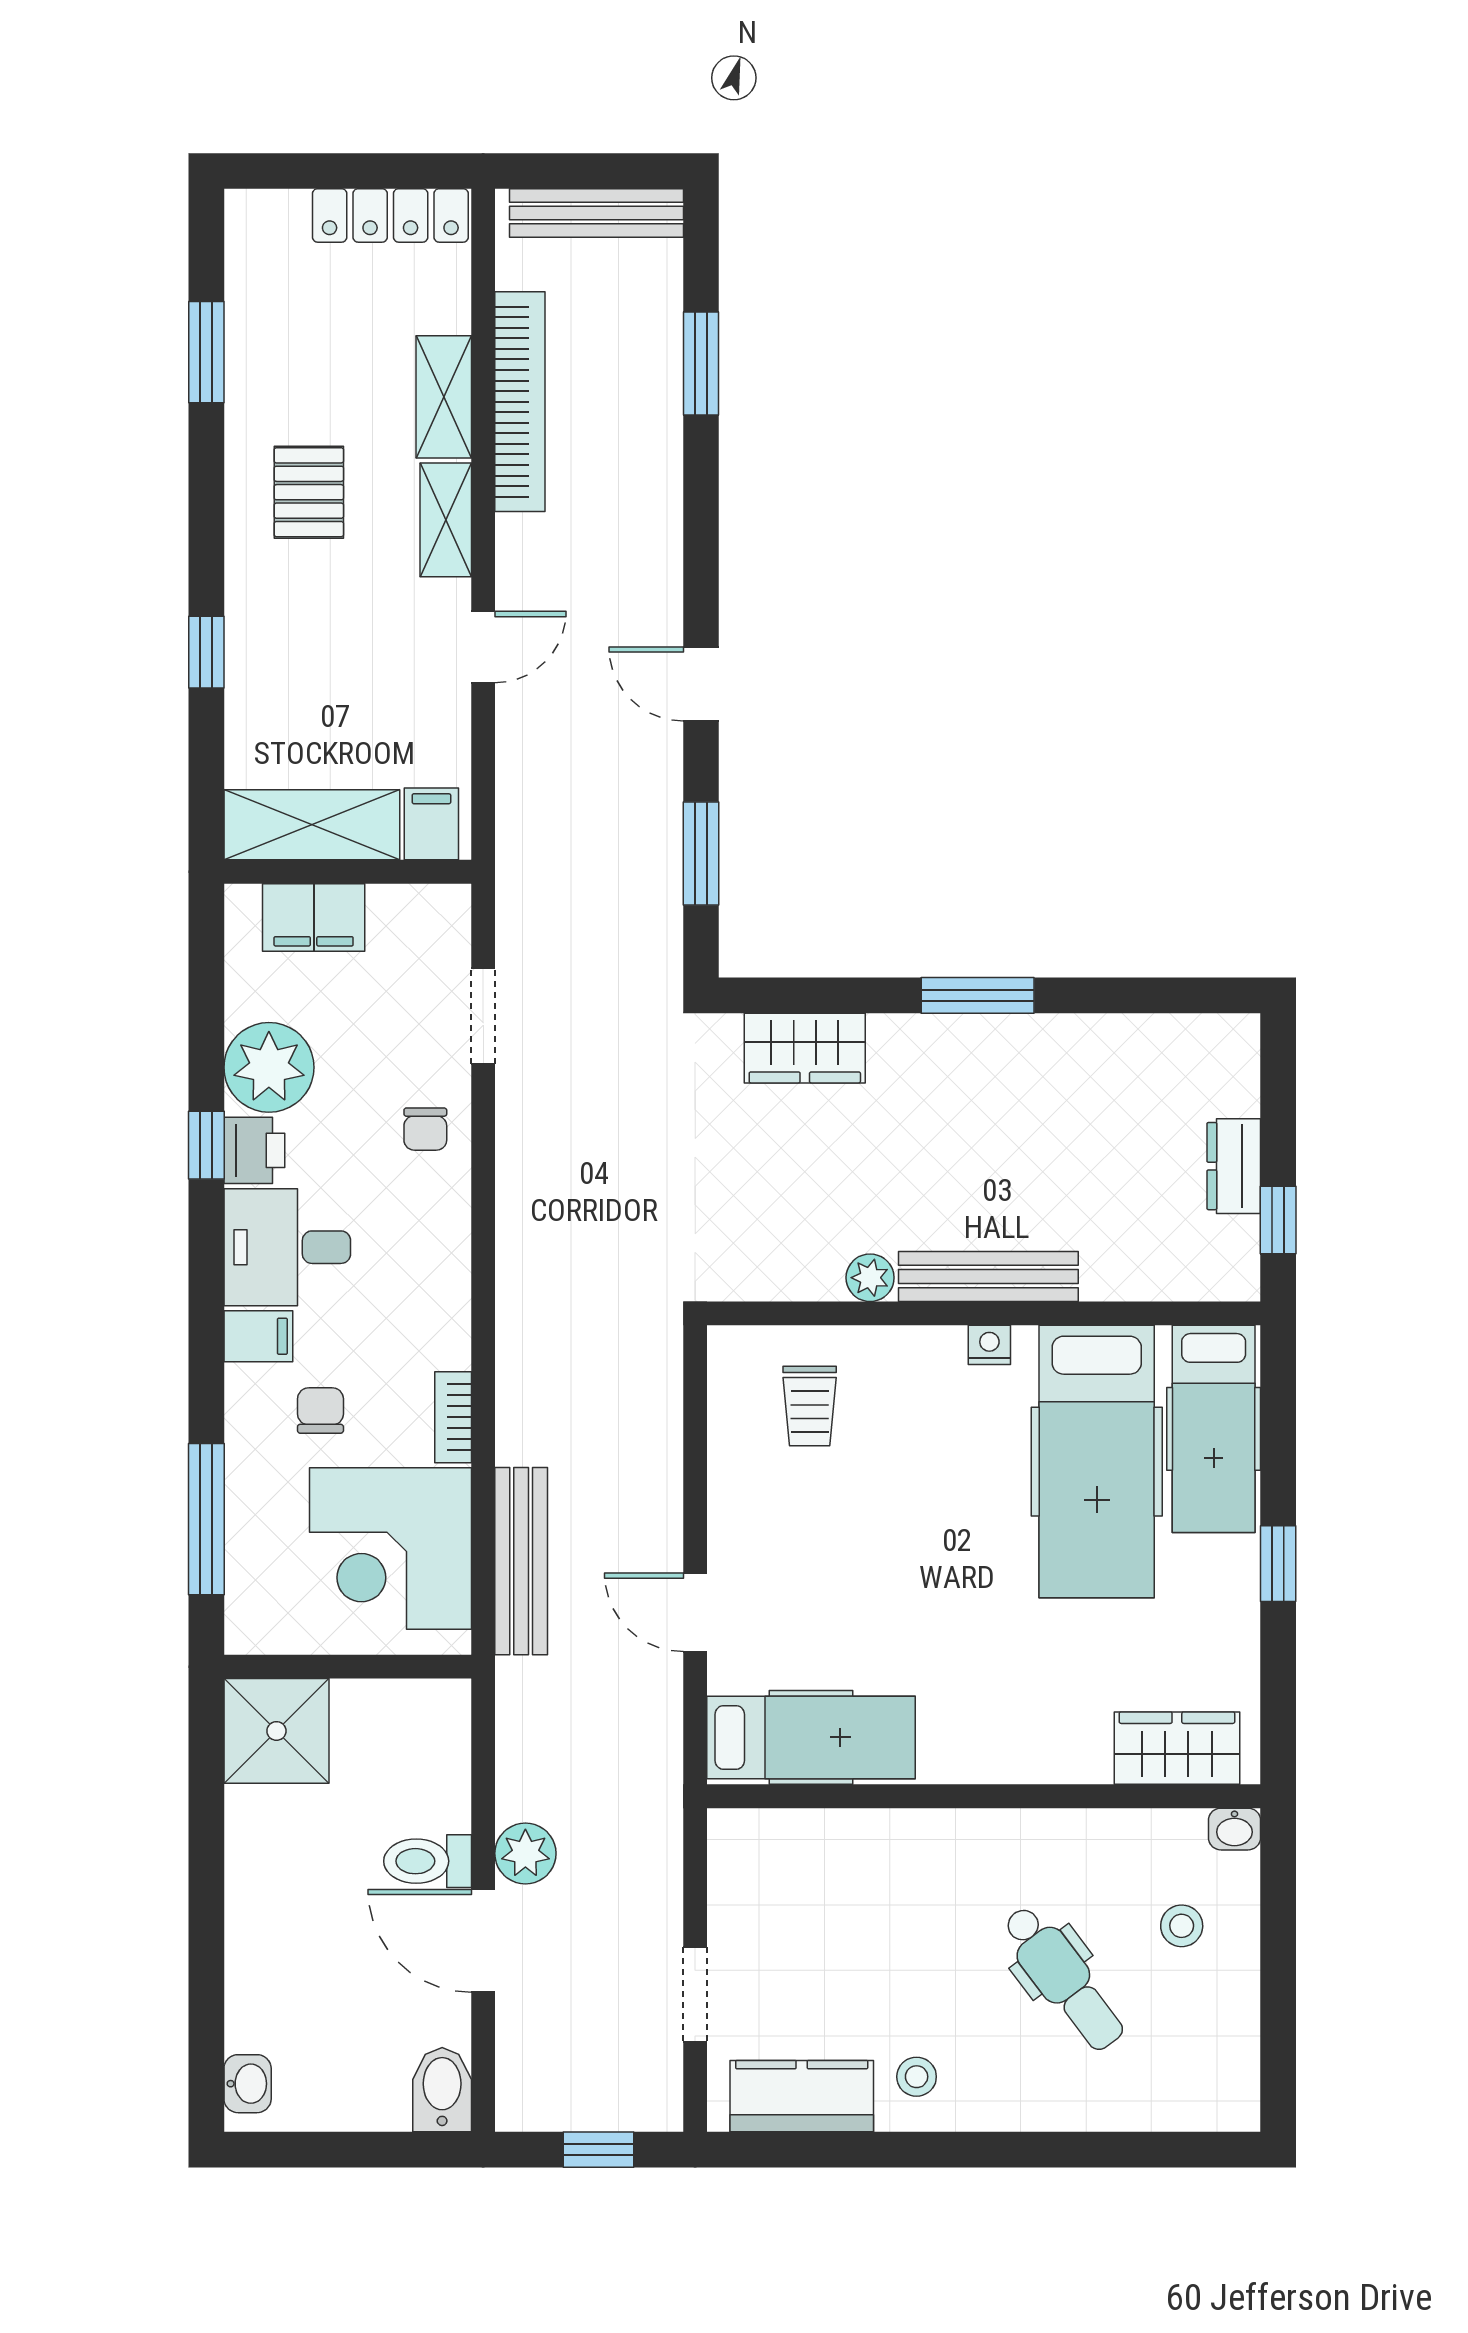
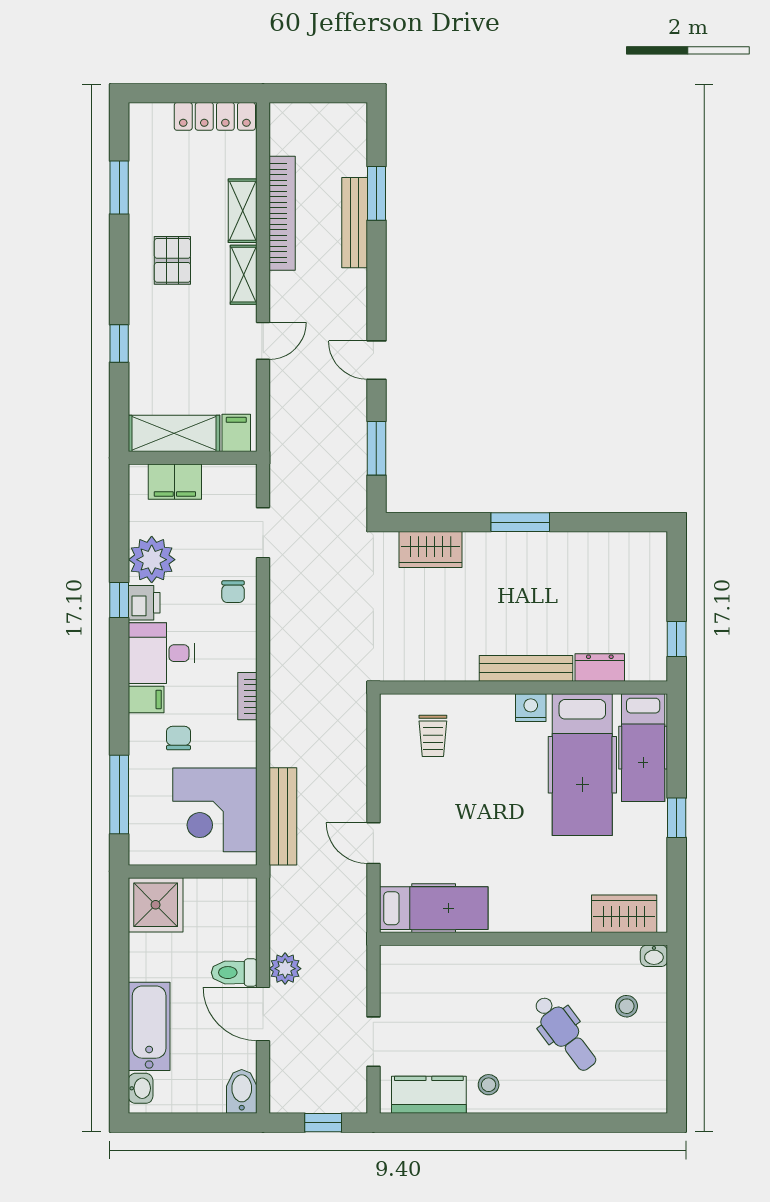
bench: (596, 213) -> (355, 223), moved, turned 90
dresser: (1234, 1166) -> (600, 668), moved, turned 90
plant: (870, 1278) -> (464, 669), removed
nightstand: (989, 1345) -> (531, 708), width x1.39, depth x1.35
bookcase: (453, 1417) -> (247, 696), moved
bathtub: (264, 1965) -> (149, 1026), added

